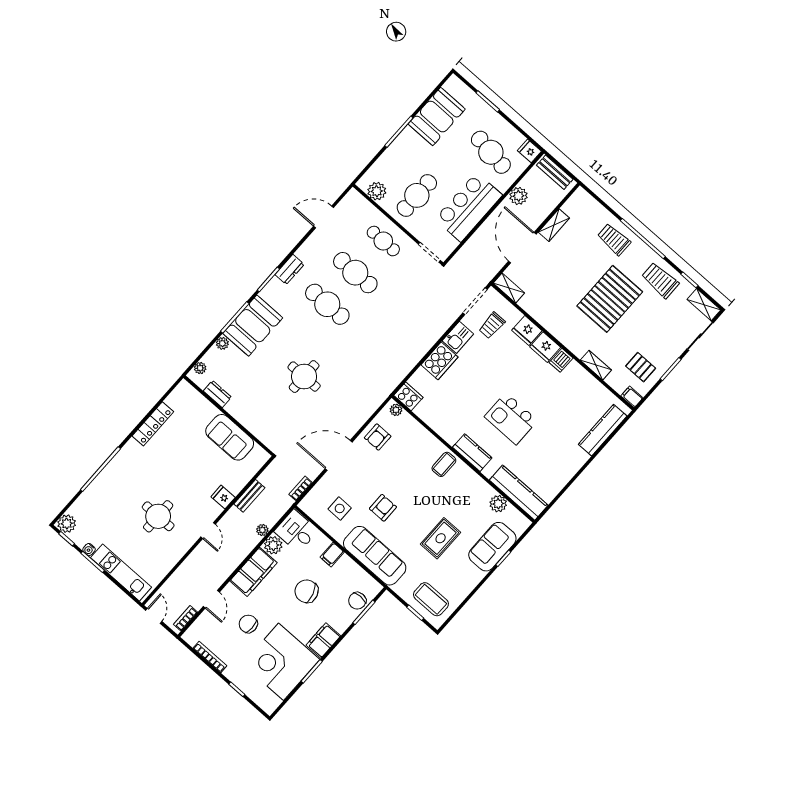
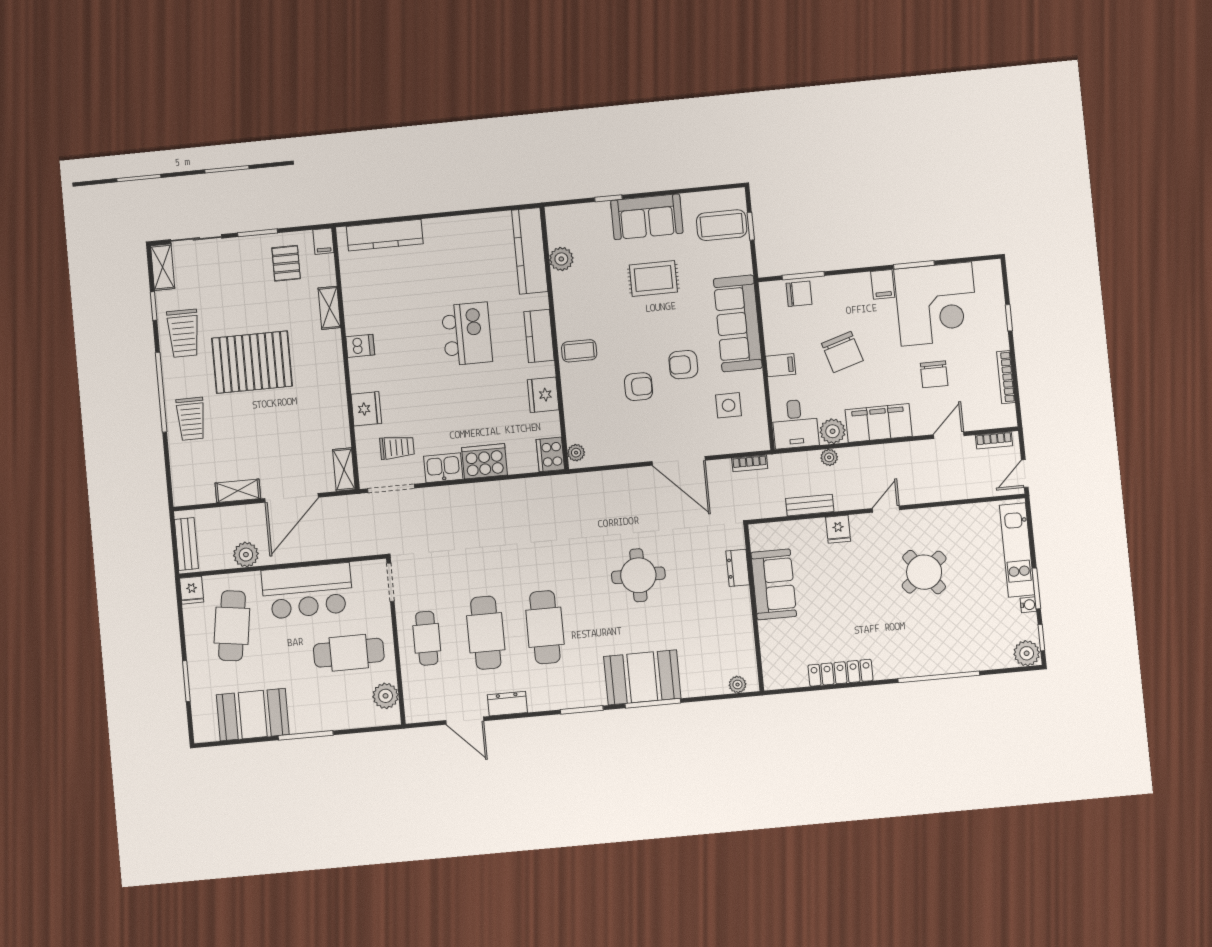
dresser: (290, 269) -> (507, 704), moved
plant: (222, 343) -> (691, 689), removed
fridge: (545, 347) -> (543, 395), moved, turned 180
dresser: (217, 394) -> (738, 568), moved
armchair: (378, 437) -> (638, 387), moved
round table: (158, 516) -> (924, 572), turned -38
sofa: (492, 547) -> (647, 217), moved
coffee table: (431, 599) -> (722, 225), turned 90
filing cabinet: (323, 640) -> (883, 284), width x0.50

